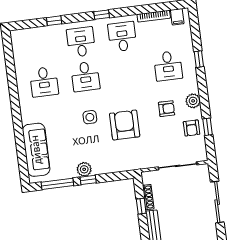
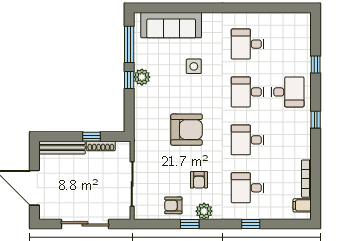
desk: (122, 37) -> (248, 140), moved, turned 180
side table: (90, 117) -> (194, 66), moved
window: (208, 127) -> (190, 224), moved

